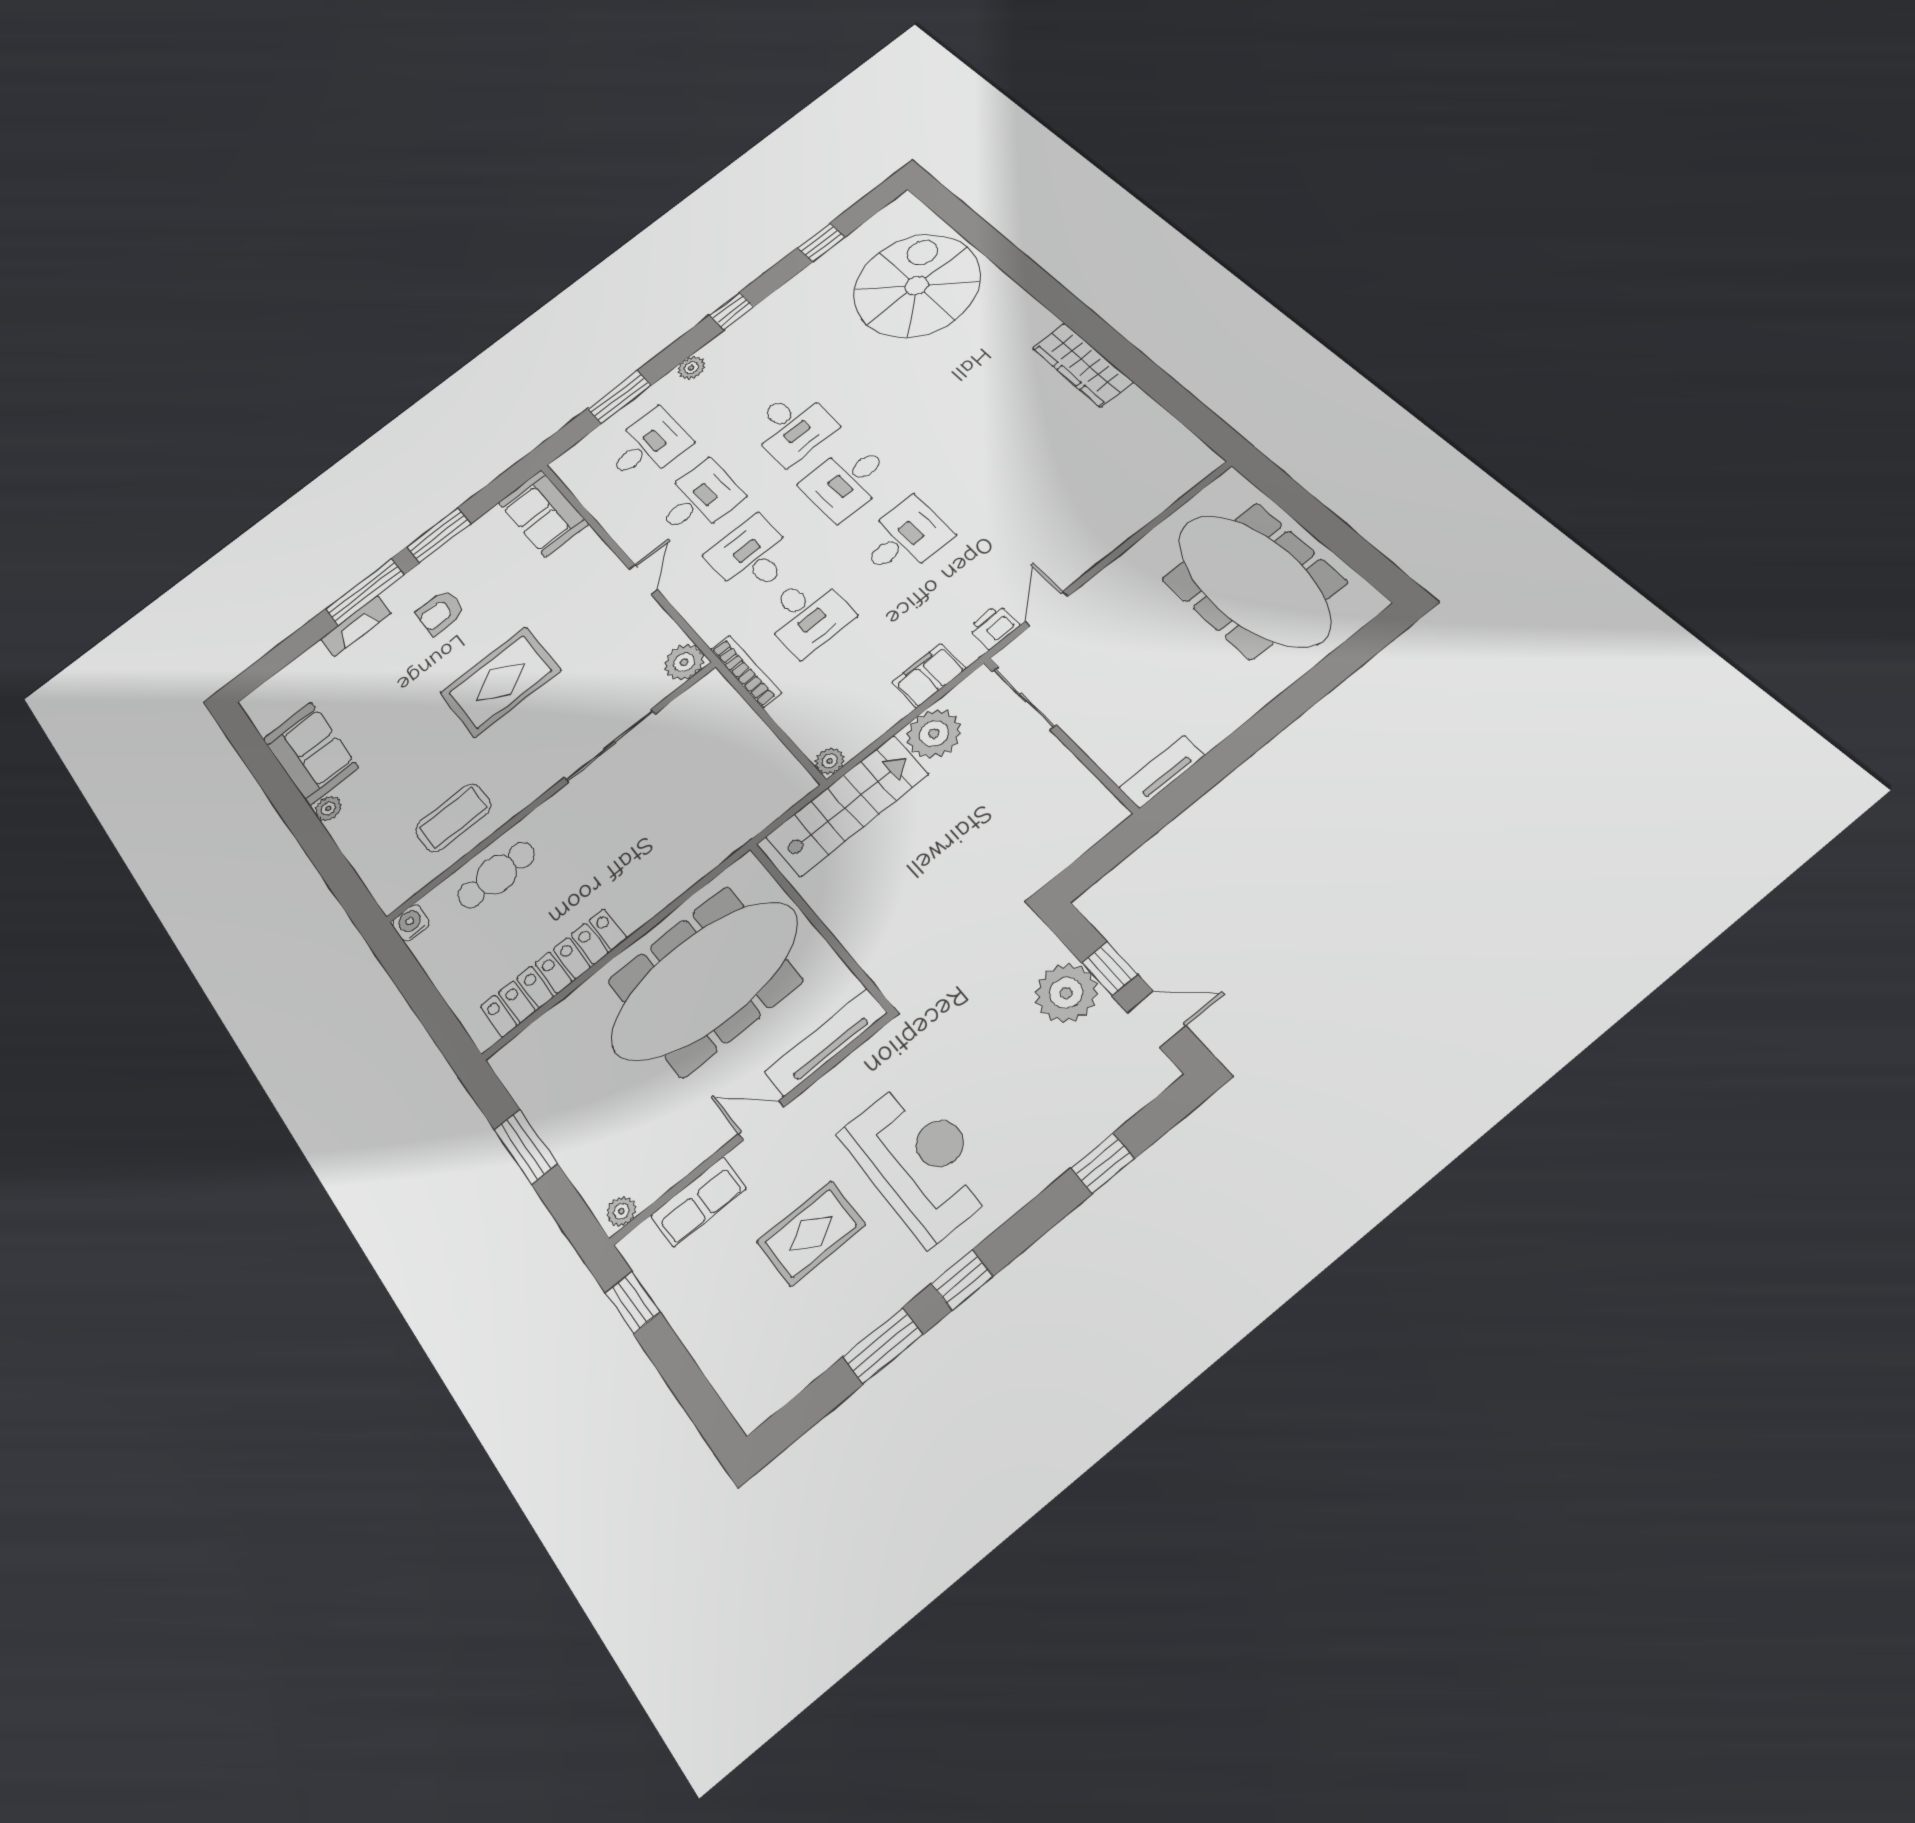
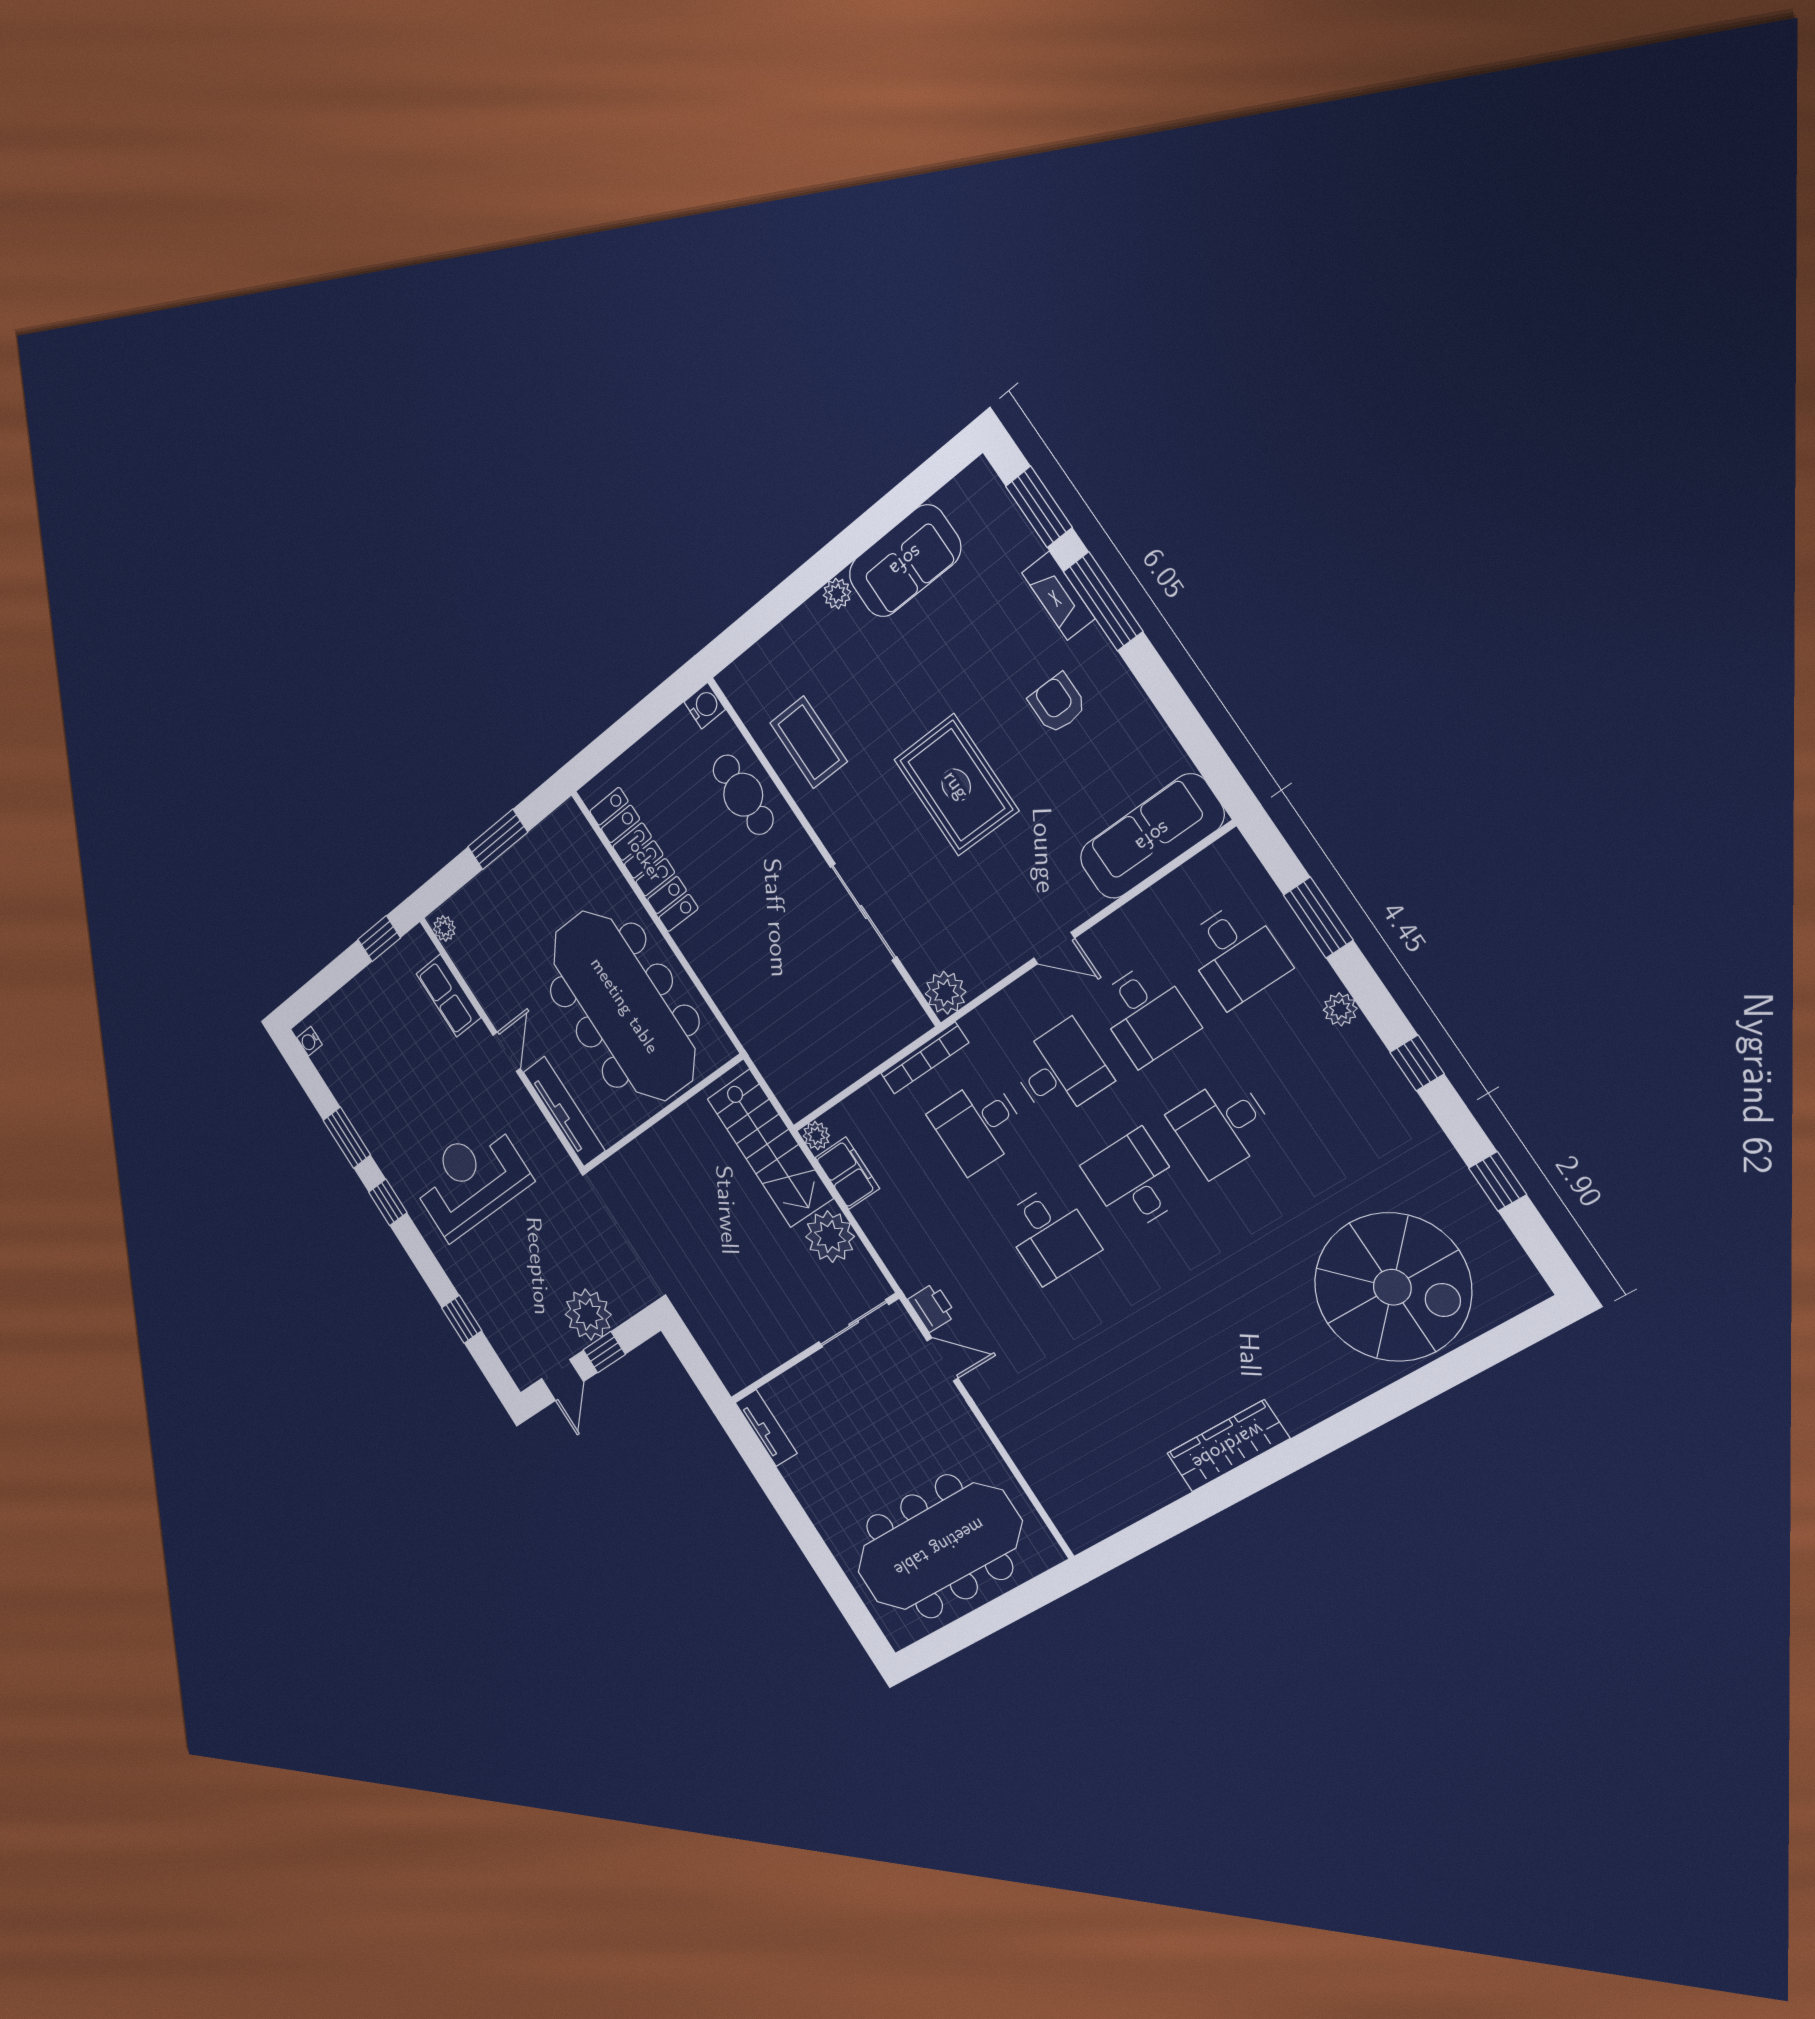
sofa: (543, 513) -> (1152, 837), width x1.36
window: (439, 535) -> (1039, 507), moved
filing cabinet: (929, 676) -> (847, 1173), moved
reception desk: (920, 1160) -> (471, 1180), turned 180
rug: (811, 1233) -> (423, 1088), removed
water cooler: (761, 1407) -> (310, 1041), added

